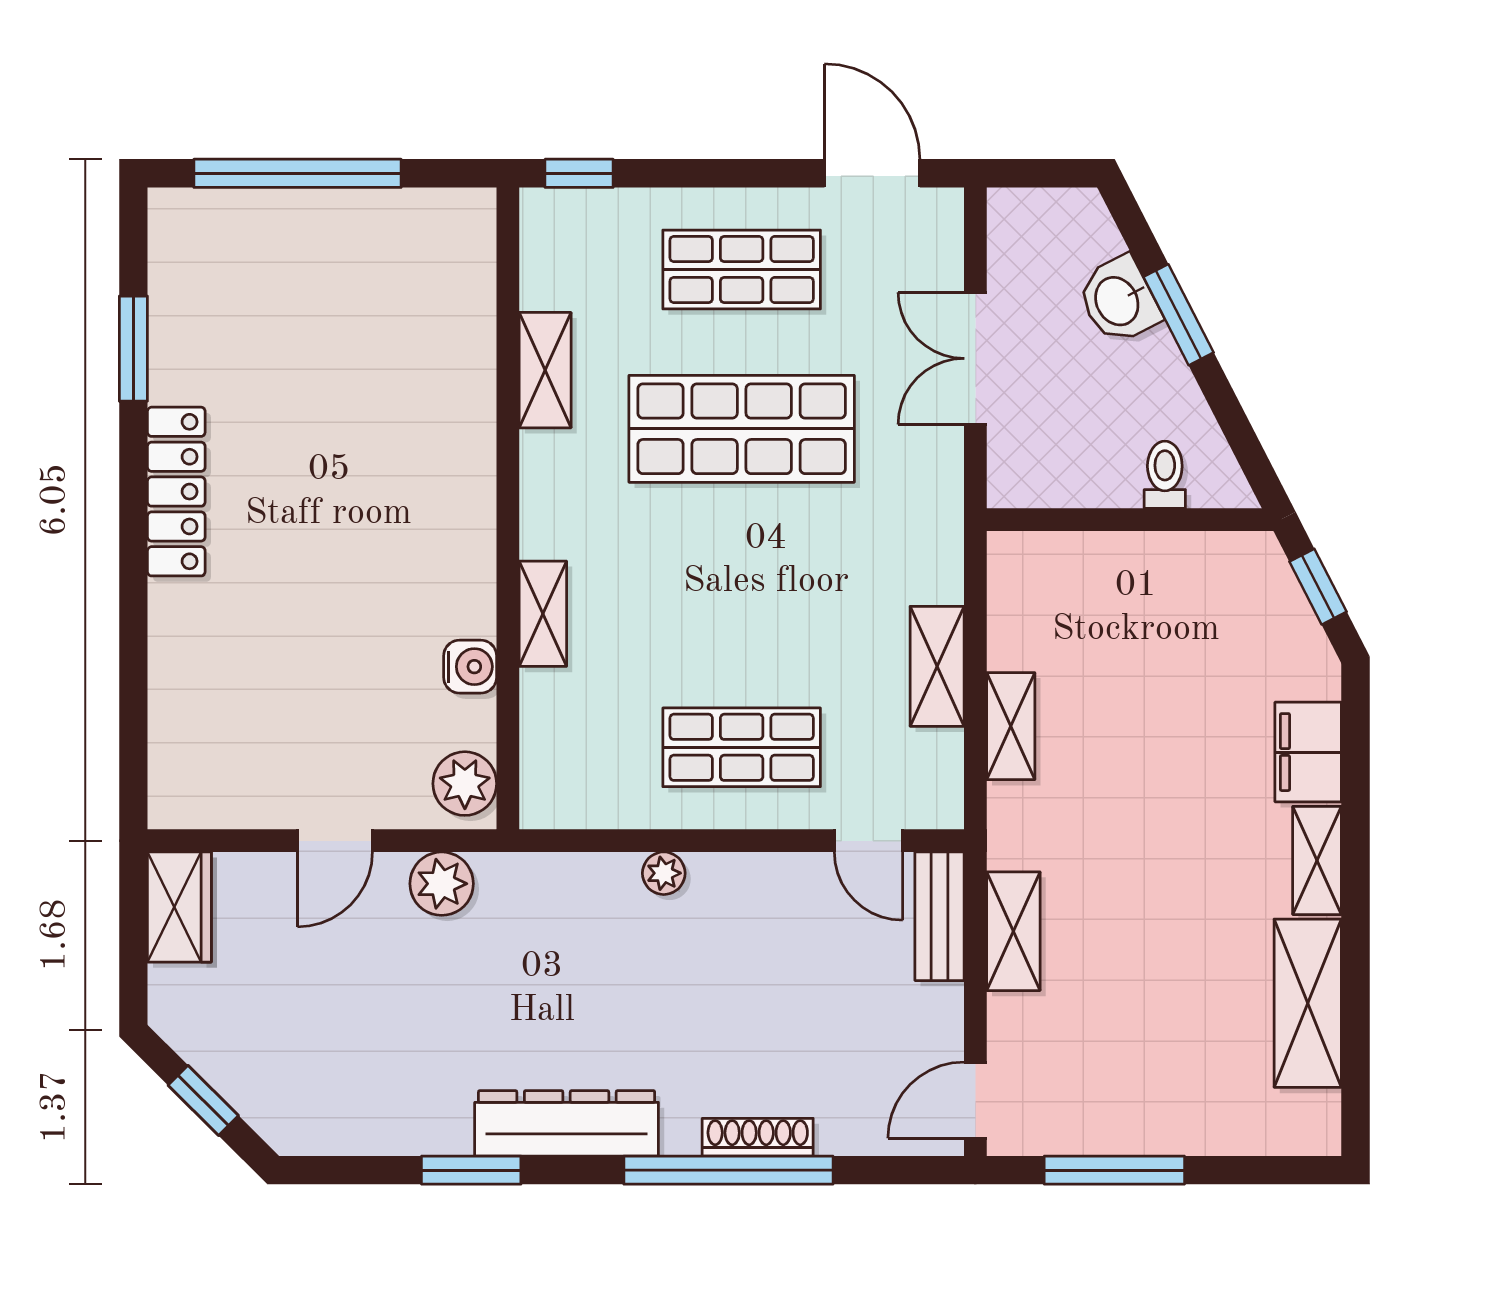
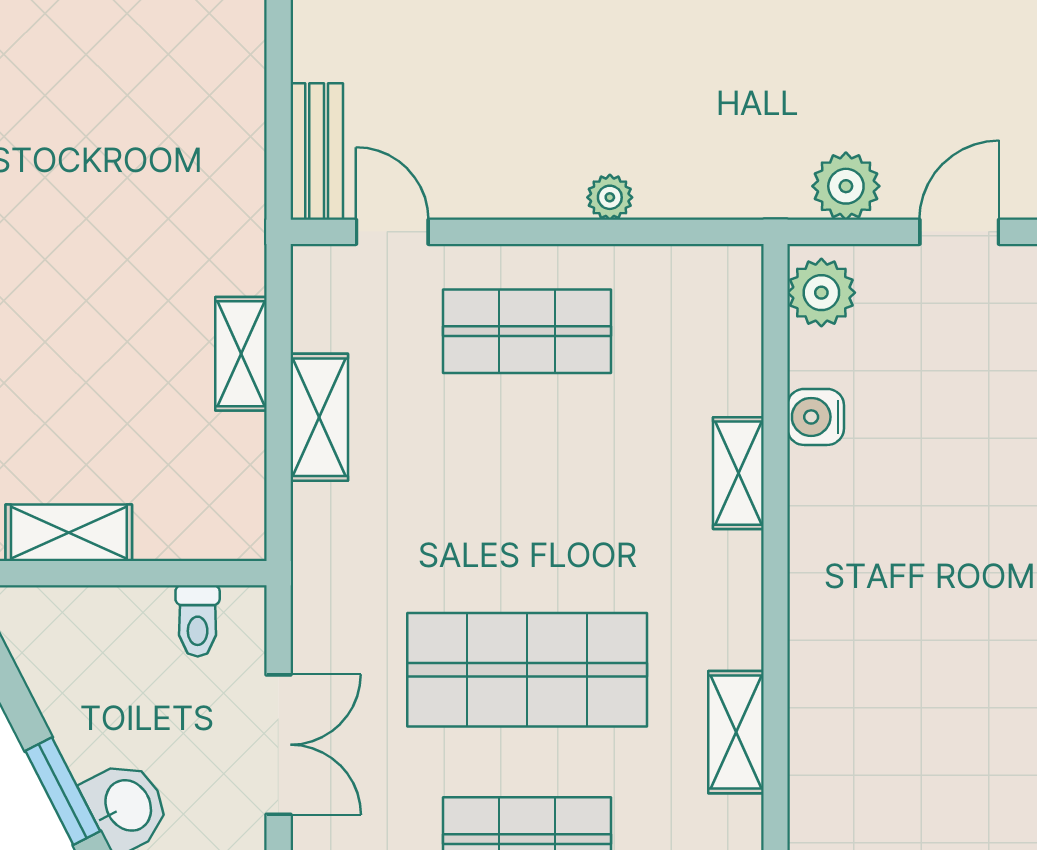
toilet: (1165, 475) -> (198, 621), moved
shelving: (1013, 931) -> (69, 533), moved, turned 90

